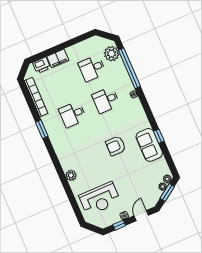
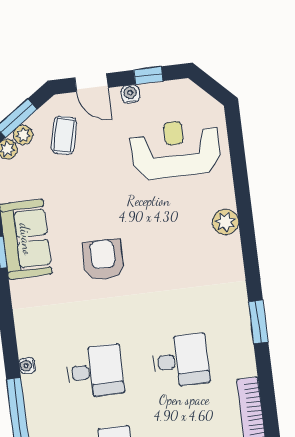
window: (42, 129) -> (258, 322), moved
armchair: (116, 146) -> (103, 260), turned -90
coffee table: (146, 191) -> (64, 135), added
door: (141, 216) -> (91, 83), hinge flipped

